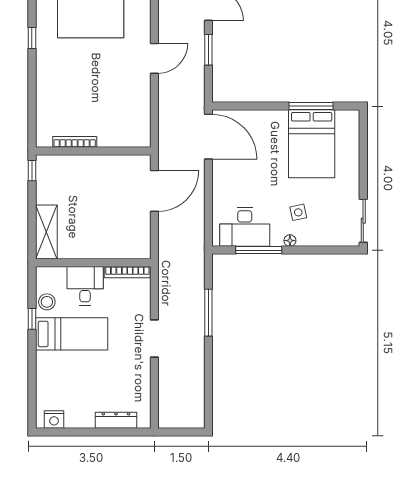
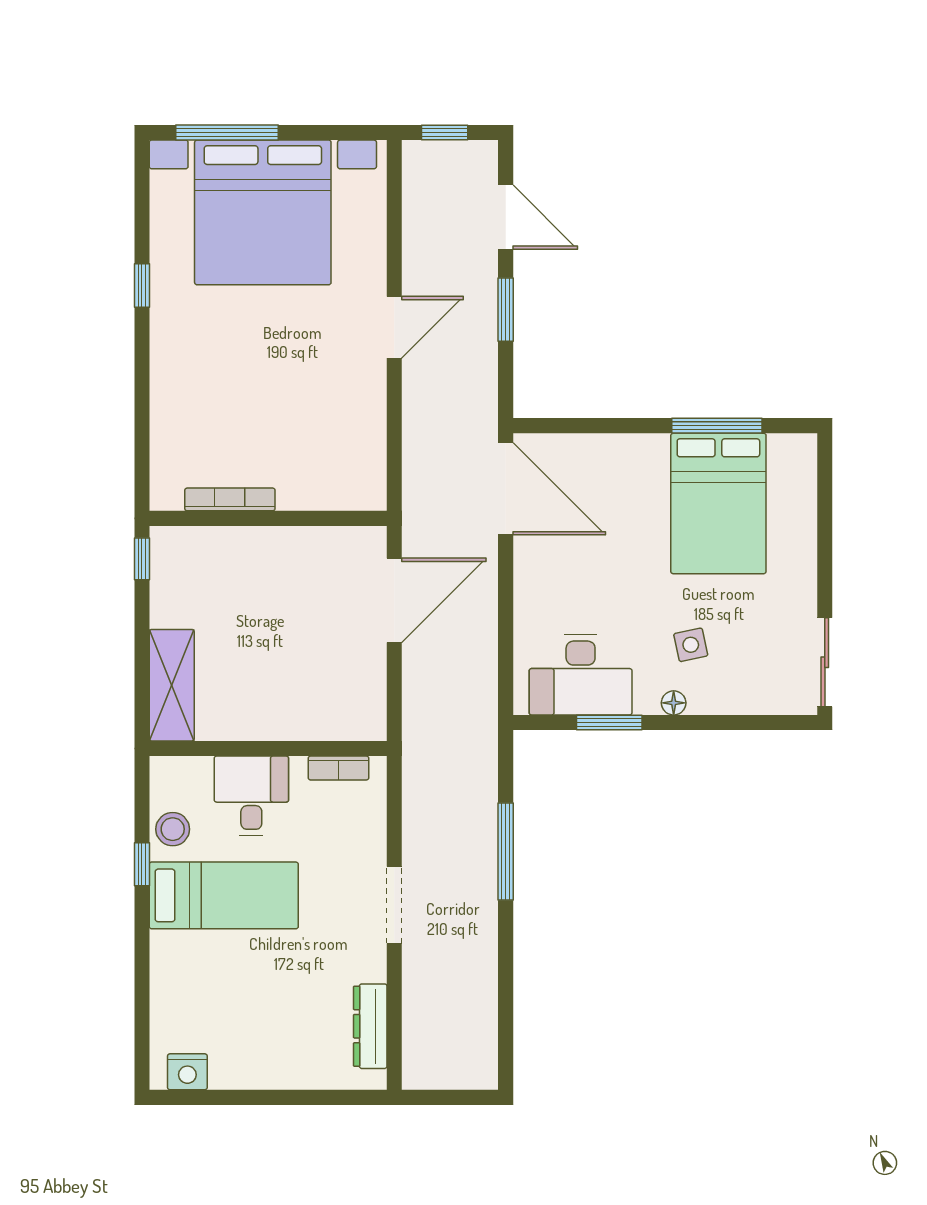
window: (259, 250) -> (609, 723), width x0.69
bookcase: (127, 272) -> (338, 768), width x0.64
dresser: (116, 420) -> (370, 1026), moved, turned -90

